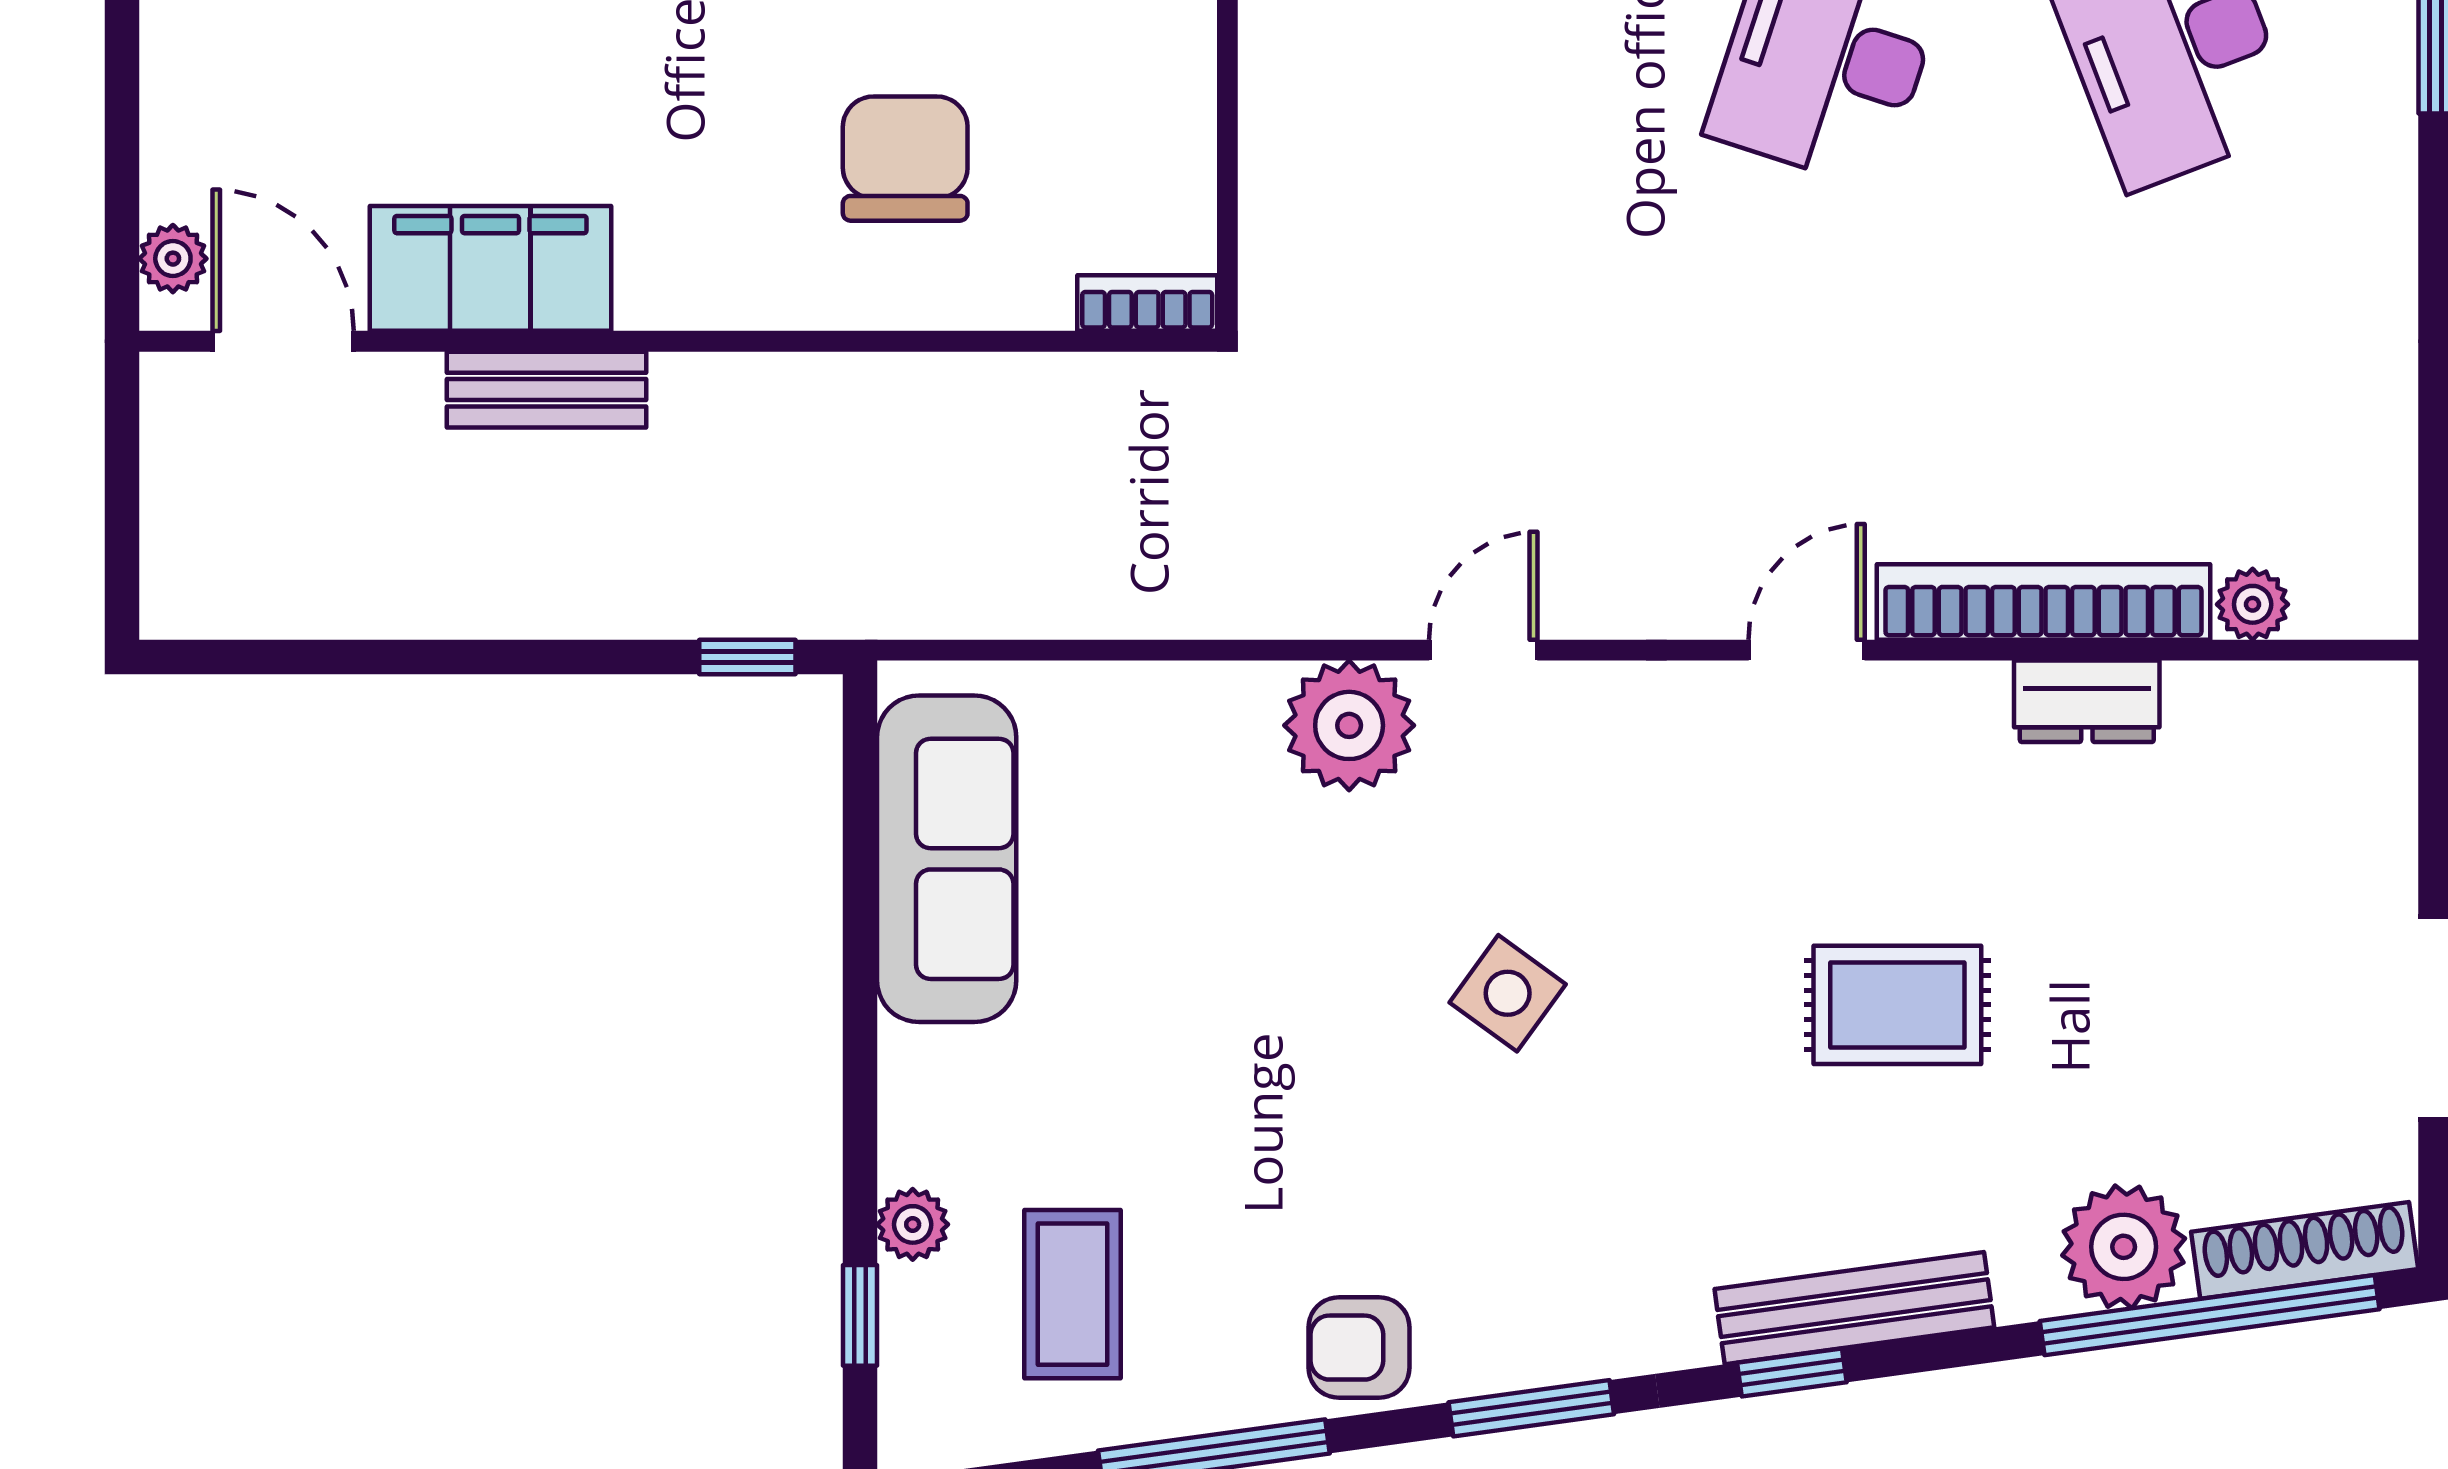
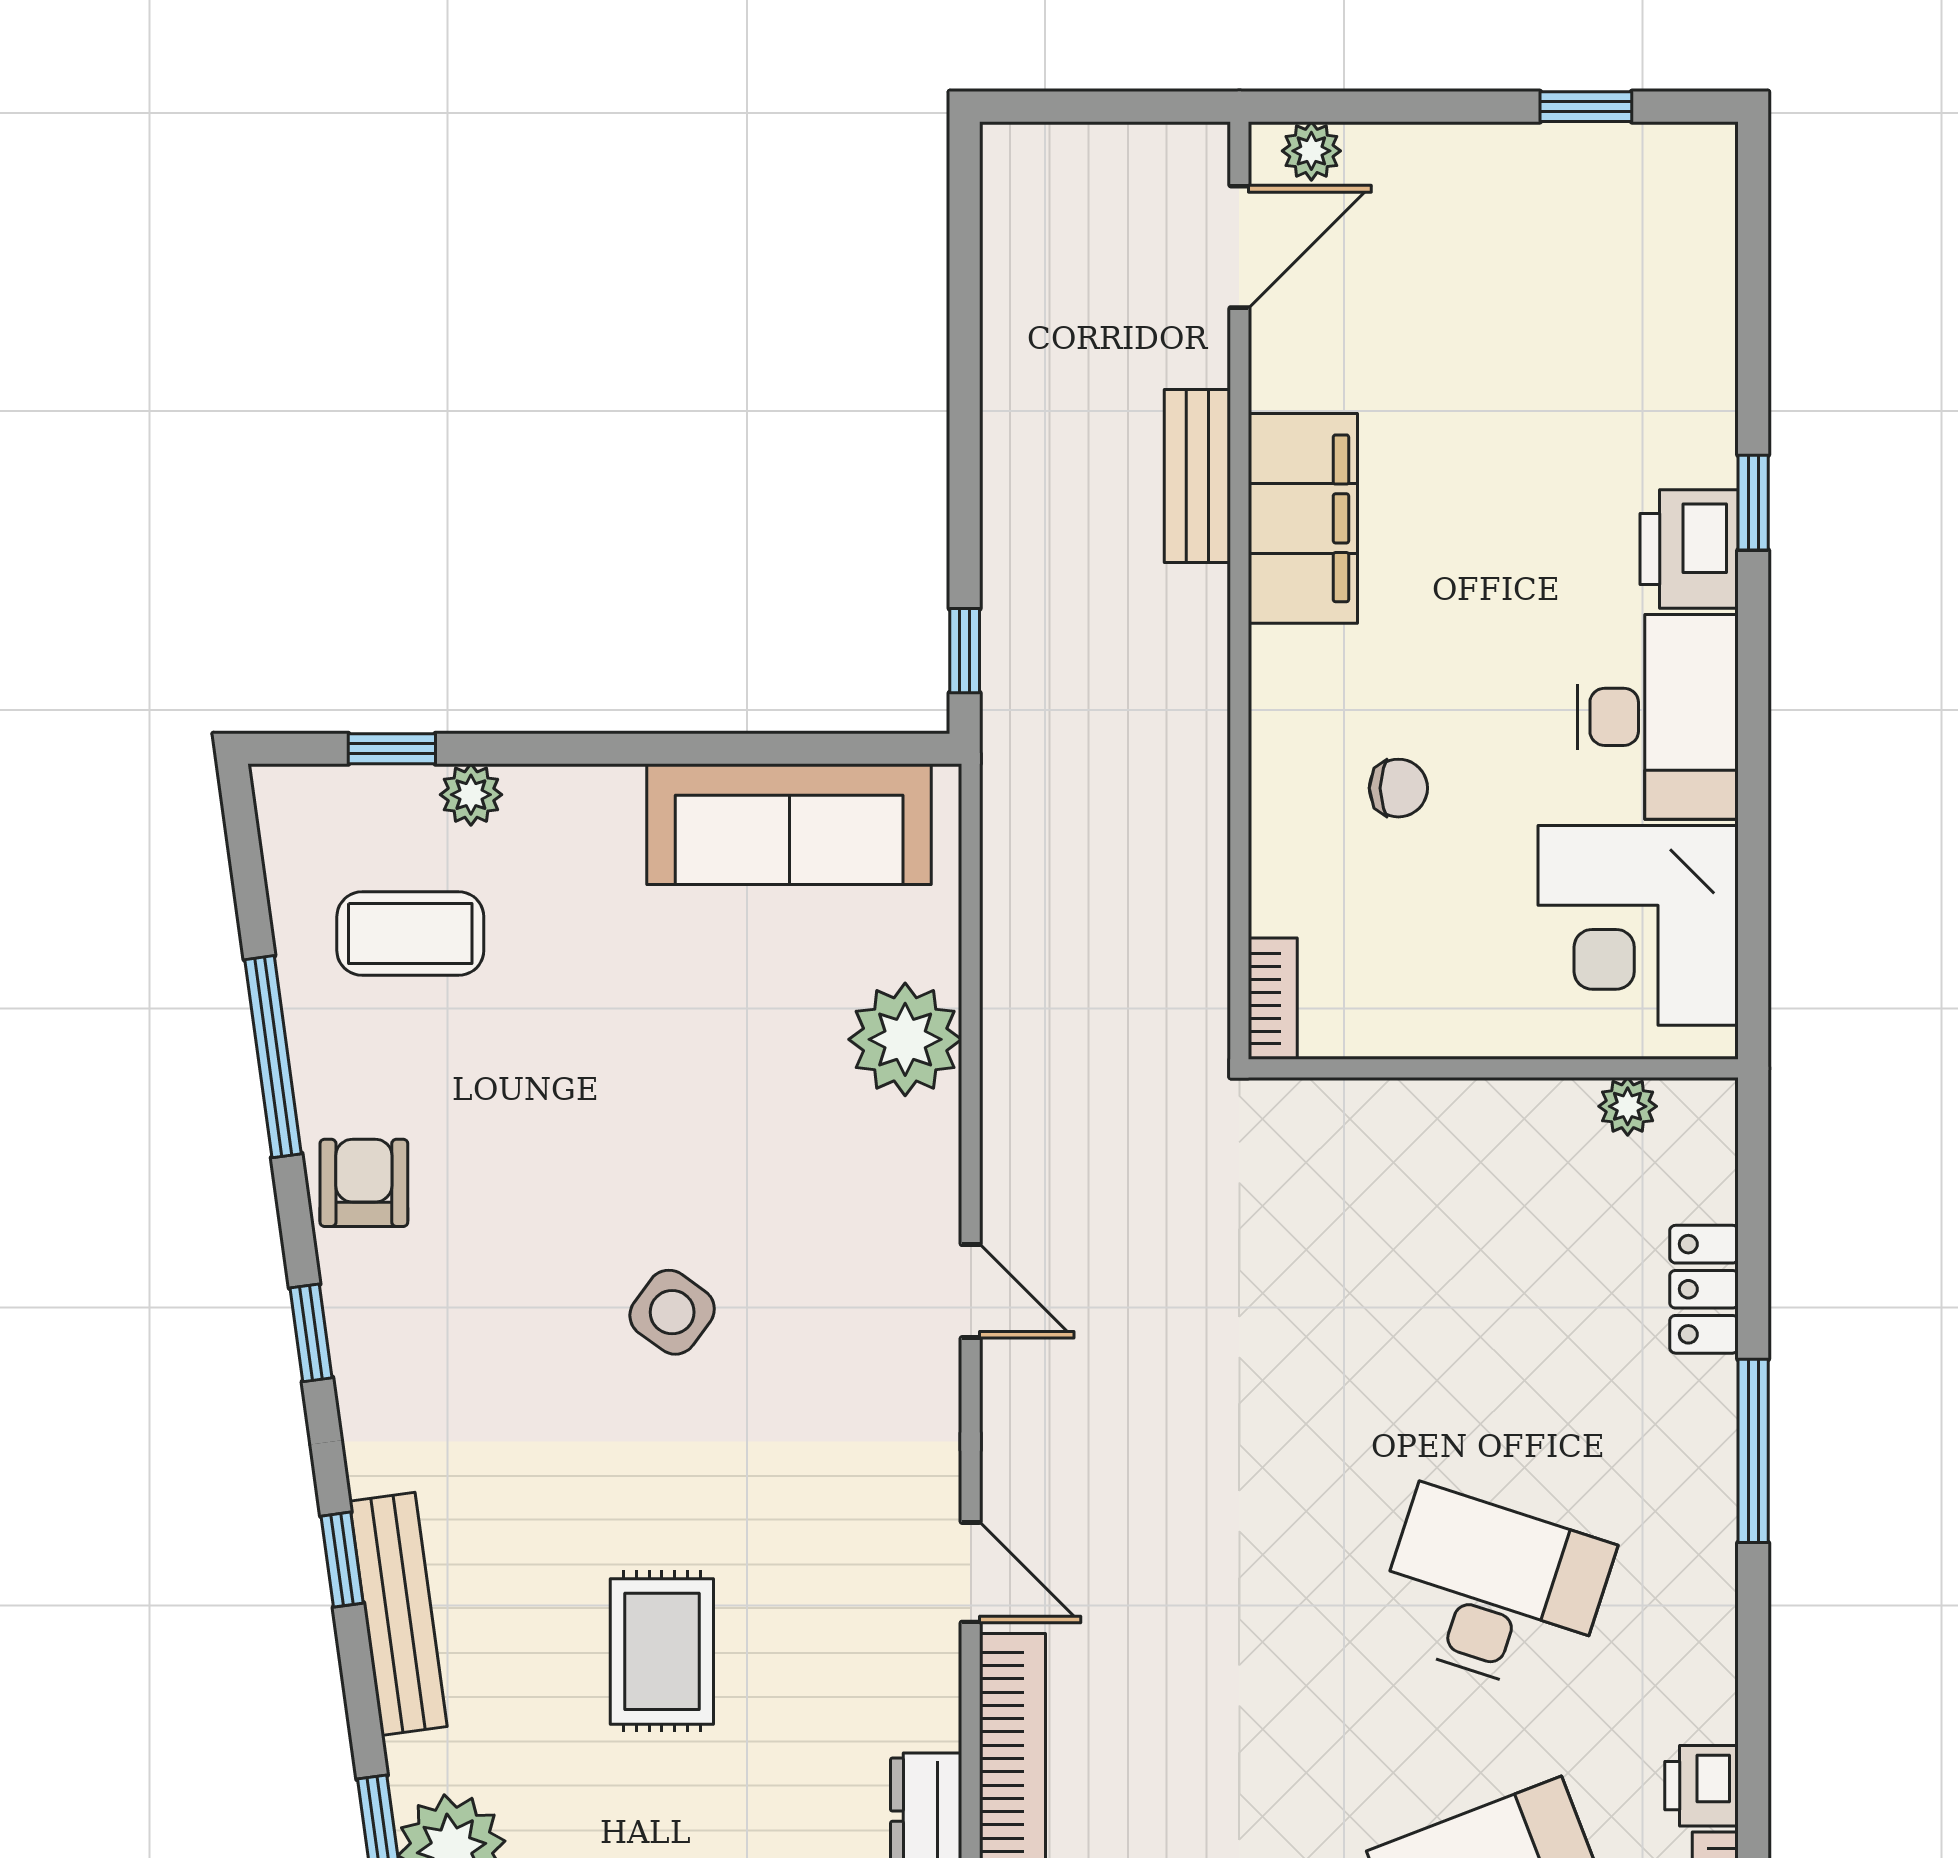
chair: (905, 159) -> (1398, 788), width x0.54, depth x0.54
filing cabinet: (490, 268) -> (1303, 518), moved
plant: (1349, 725) -> (905, 1039), moved
window: (1531, 1408) -> (311, 1333), width x0.67

